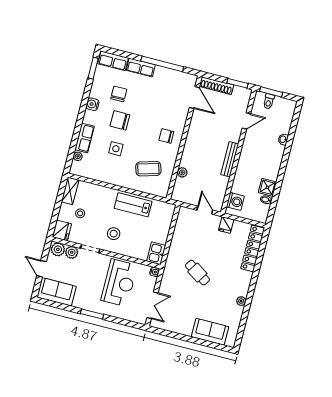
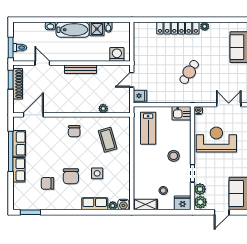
row of seats: (113, 61) -> (19, 143), moved
shoe rack: (216, 86) -> (18, 84), moved
water cooler: (92, 104) -> (123, 205), moved
bathtub: (273, 162) -> (73, 30), added
lab bench: (133, 205) -> (148, 128), moved
fridge: (226, 225) -> (140, 96), moved
locker: (253, 248) -> (178, 28), moved

